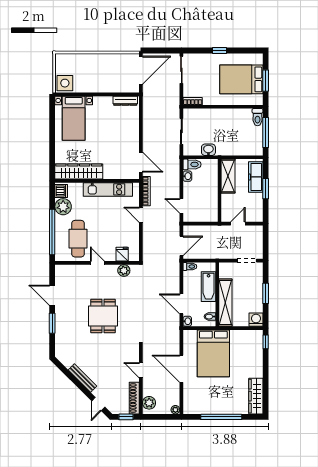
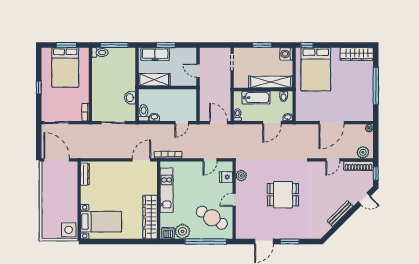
door: (141, 215) -> (210, 160), moved
cafe table: (78, 239) -> (212, 218), turned 31
bed: (213, 353) -> (316, 69), moved, turned 90

